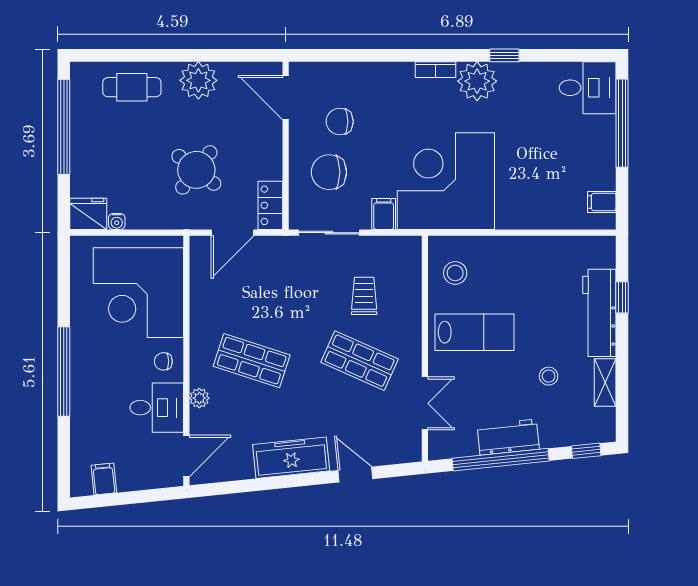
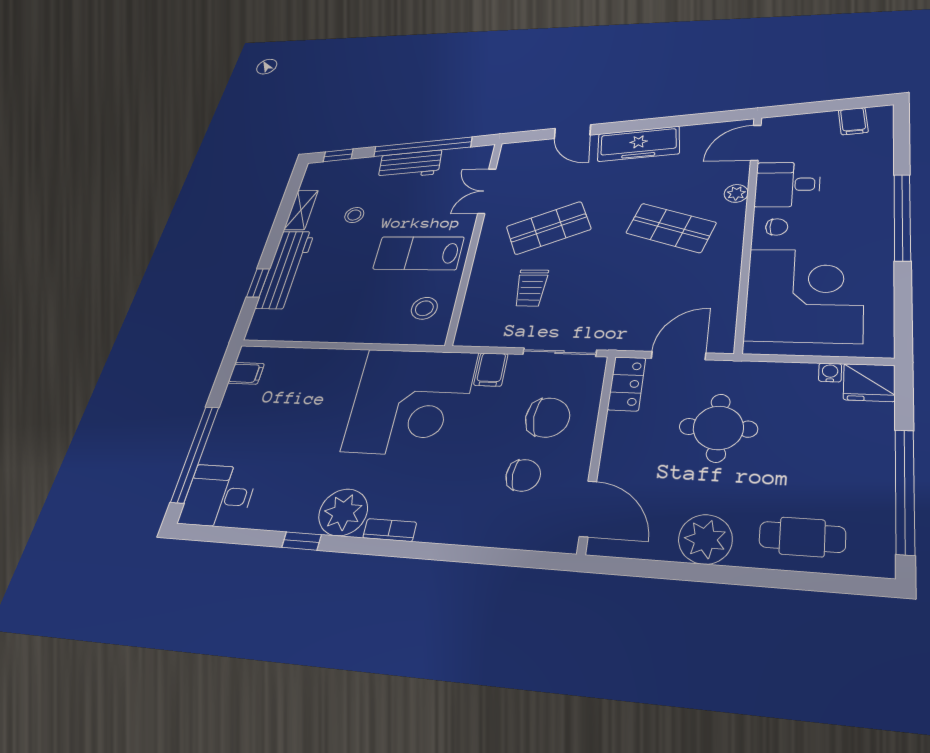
round table: (196, 170) -> (718, 428), turned -38
shop shelf: (360, 361) -> (548, 228), turned -48

